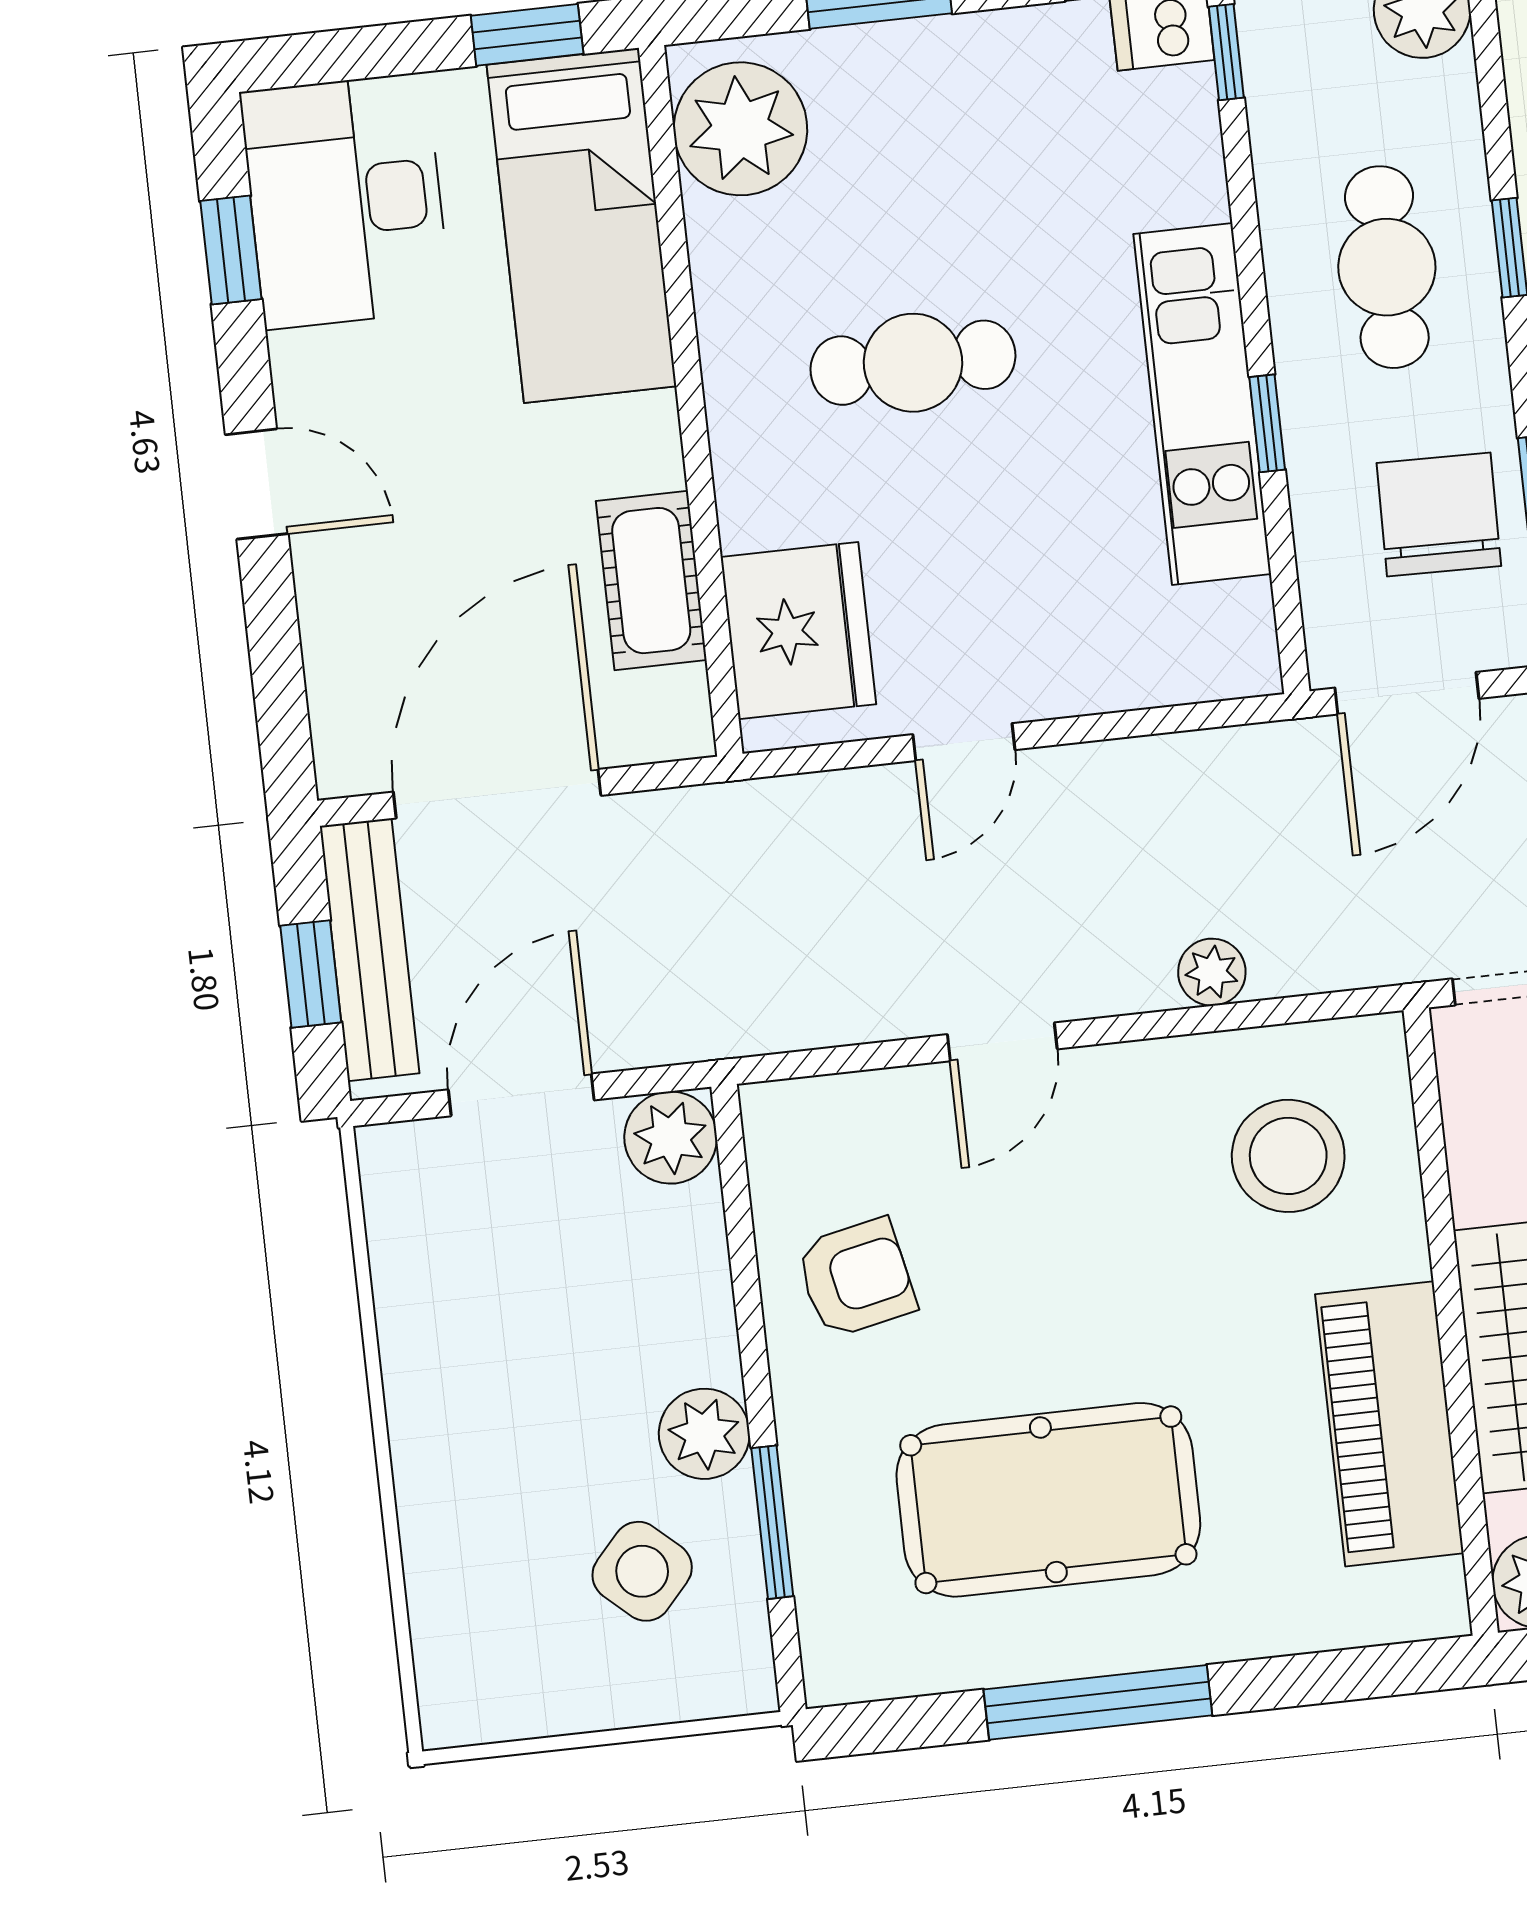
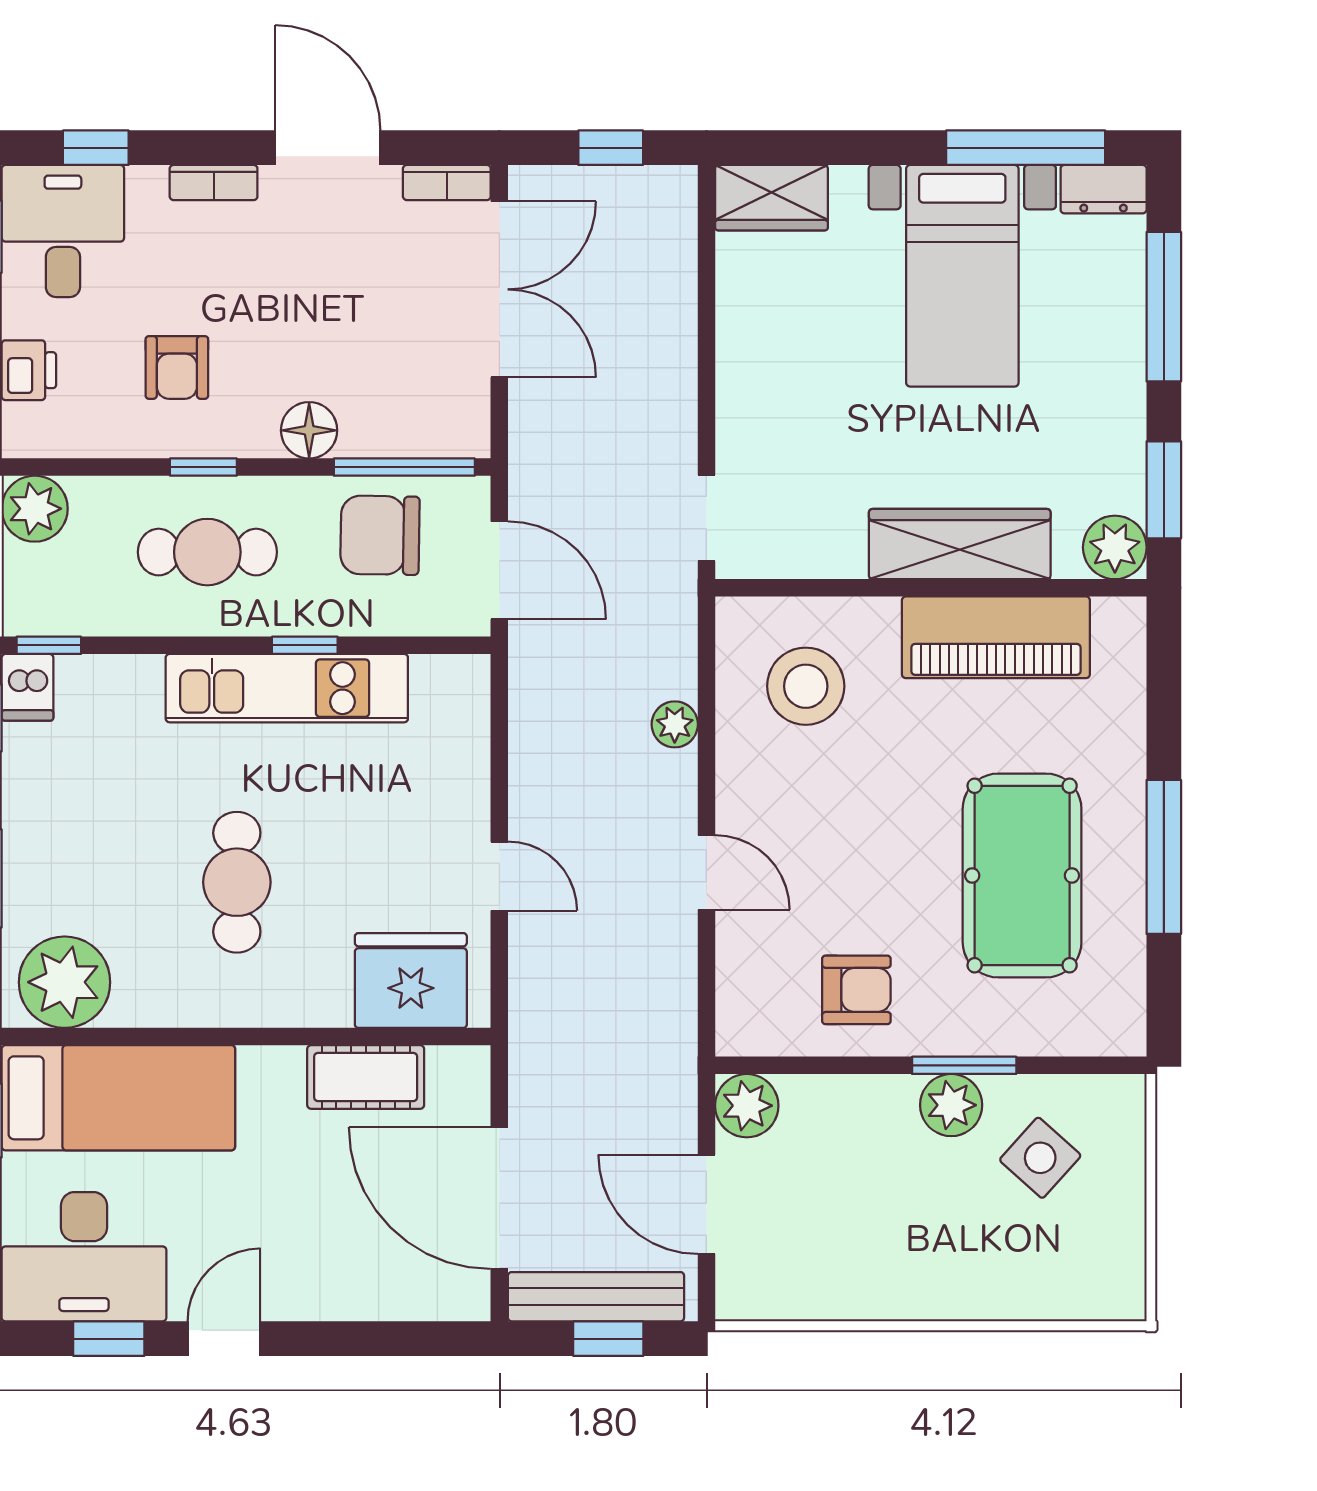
door: (257, 484) -> (224, 1339), moved
armchair: (856, 1278) -> (856, 990), turned 102
window: (772, 1522) -> (964, 1065), moved

